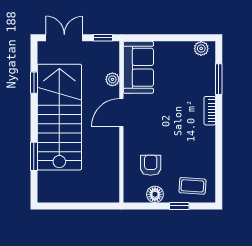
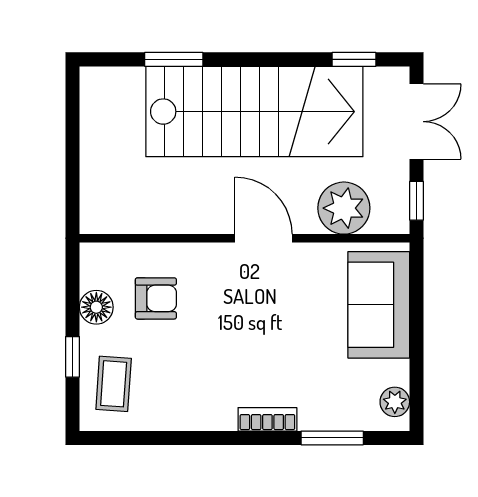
sofa: (138, 67) -> (379, 305), moved, turned 90
plant: (112, 79) -> (344, 208), width x1.88, depth x1.88
window: (34, 83) -> (354, 59), moved

